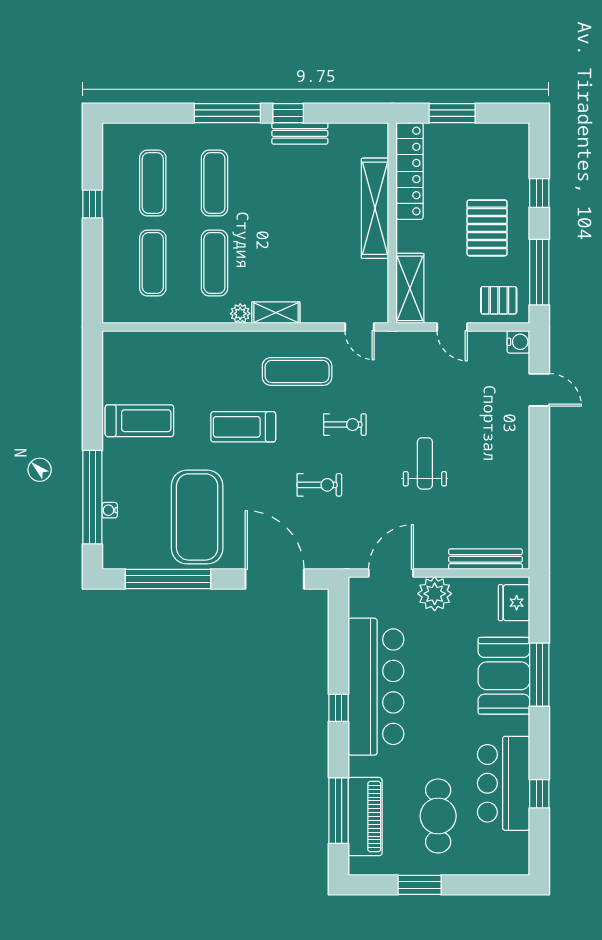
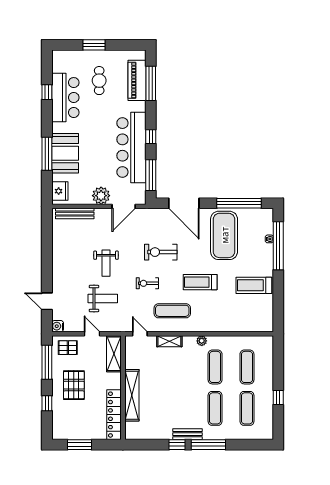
window: (452, 113) -> (80, 445), moved
bench: (300, 133) -> (188, 434), moved
shelving: (276, 313) -> (169, 341), moved
weight bench: (431, 395) -> (103, 298), added
treadmill: (243, 427) -> (200, 282), turned 180
exercise bike: (319, 485) -> (161, 252), width x1.38, depth x1.39
window: (339, 633) -> (151, 175), added
cafe table: (438, 816) -> (99, 81), width x0.73, depth x0.74
window: (420, 885) -> (94, 45), moved

